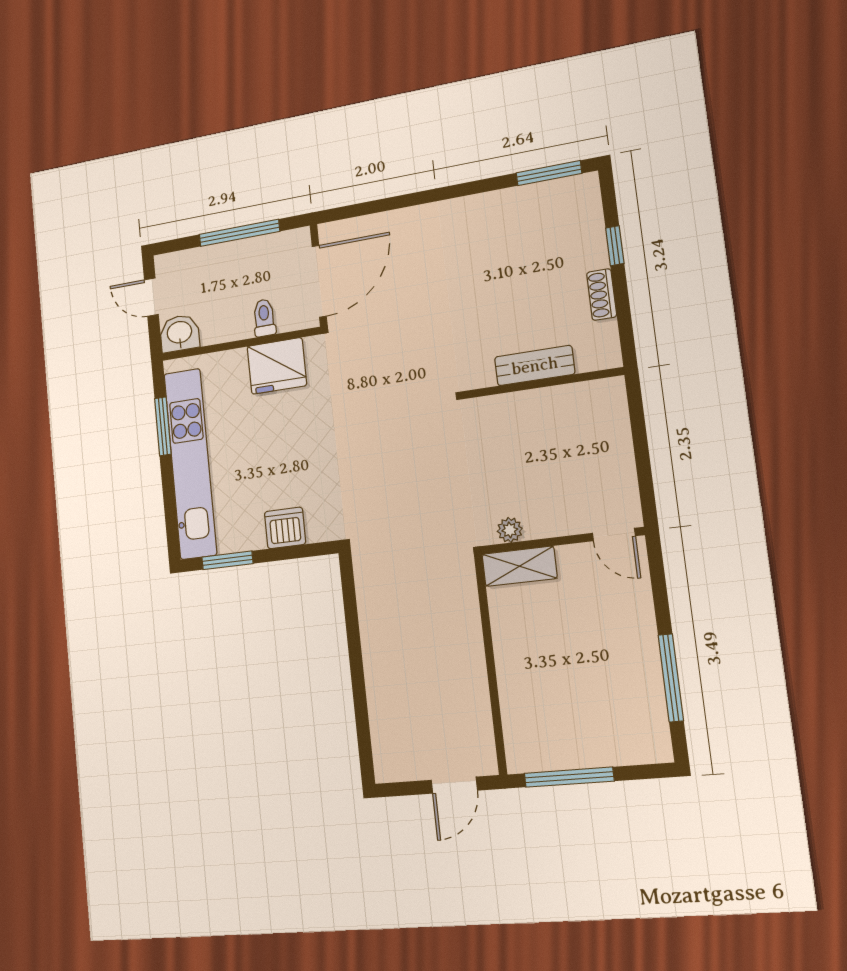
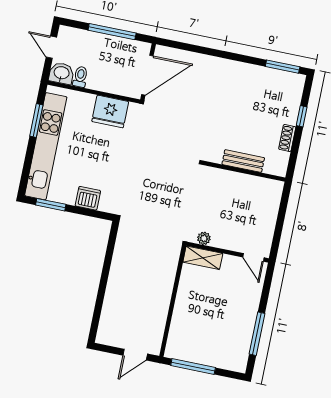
toilet: (264, 318) -> (80, 77), moved

